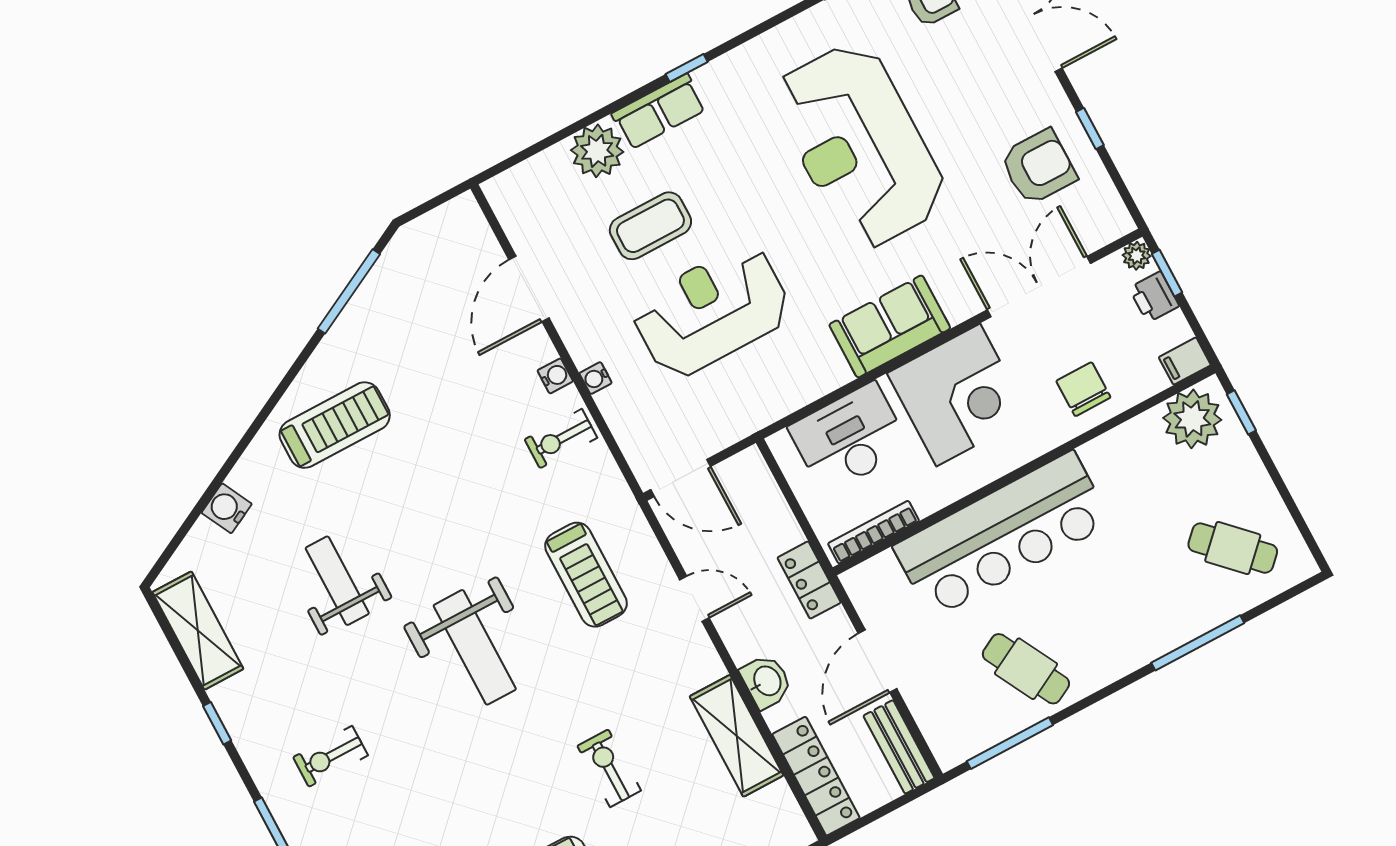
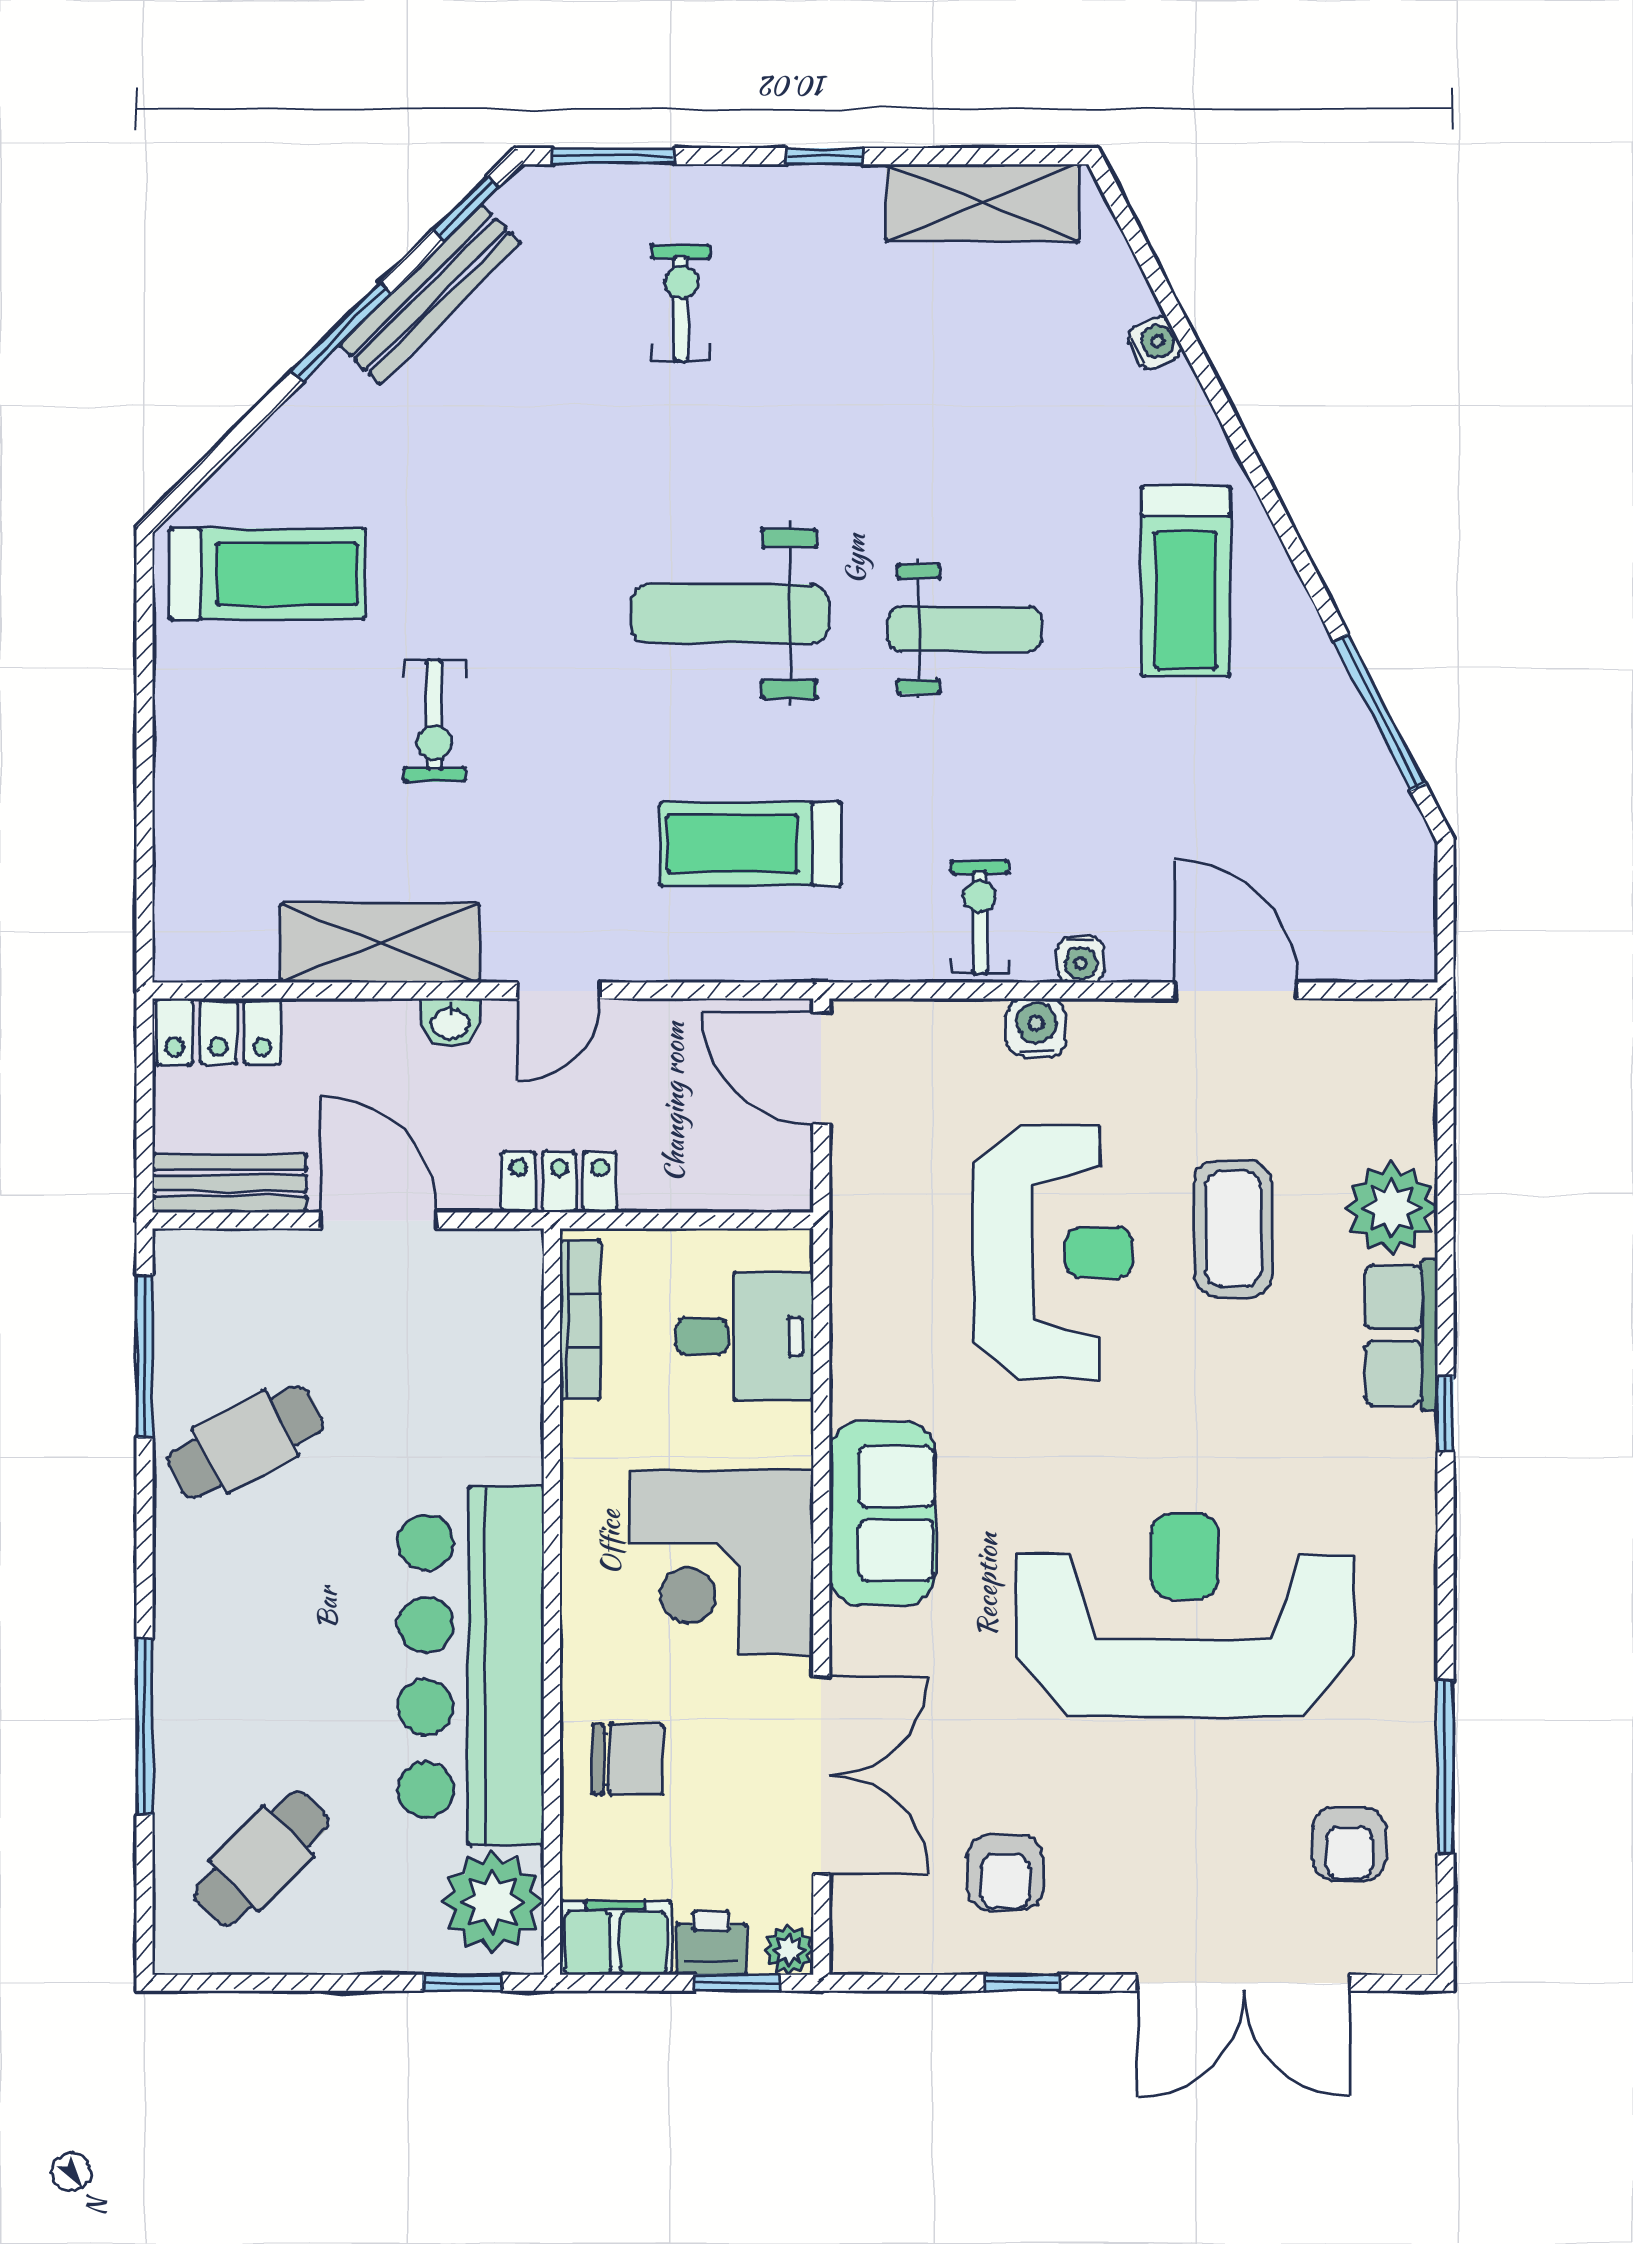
armchair: (1038, 167) -> (1005, 1872), width x0.72, depth x0.72
filing cabinet: (1185, 361) -> (615, 1938), width x2.00
water cooler: (596, 378) -> (1036, 1028), width x1.38, depth x1.38
desk: (849, 438) -> (744, 1336), width x0.73
door: (680, 478) -> (821, 1068), hinge flipped
water cooler: (227, 508) -> (1154, 343), width x0.72, depth x0.72
bar counter: (1002, 535) -> (471, 1666), moved
weight bench: (337, 581) -> (965, 629), moved
door: (694, 599) -> (559, 991), moved
washbasin: (766, 681) -> (450, 1022), width x0.72, depth x0.69
exercise bike: (609, 768) -> (434, 721), turned 90
locker: (816, 776) -> (218, 1032), width x0.66

